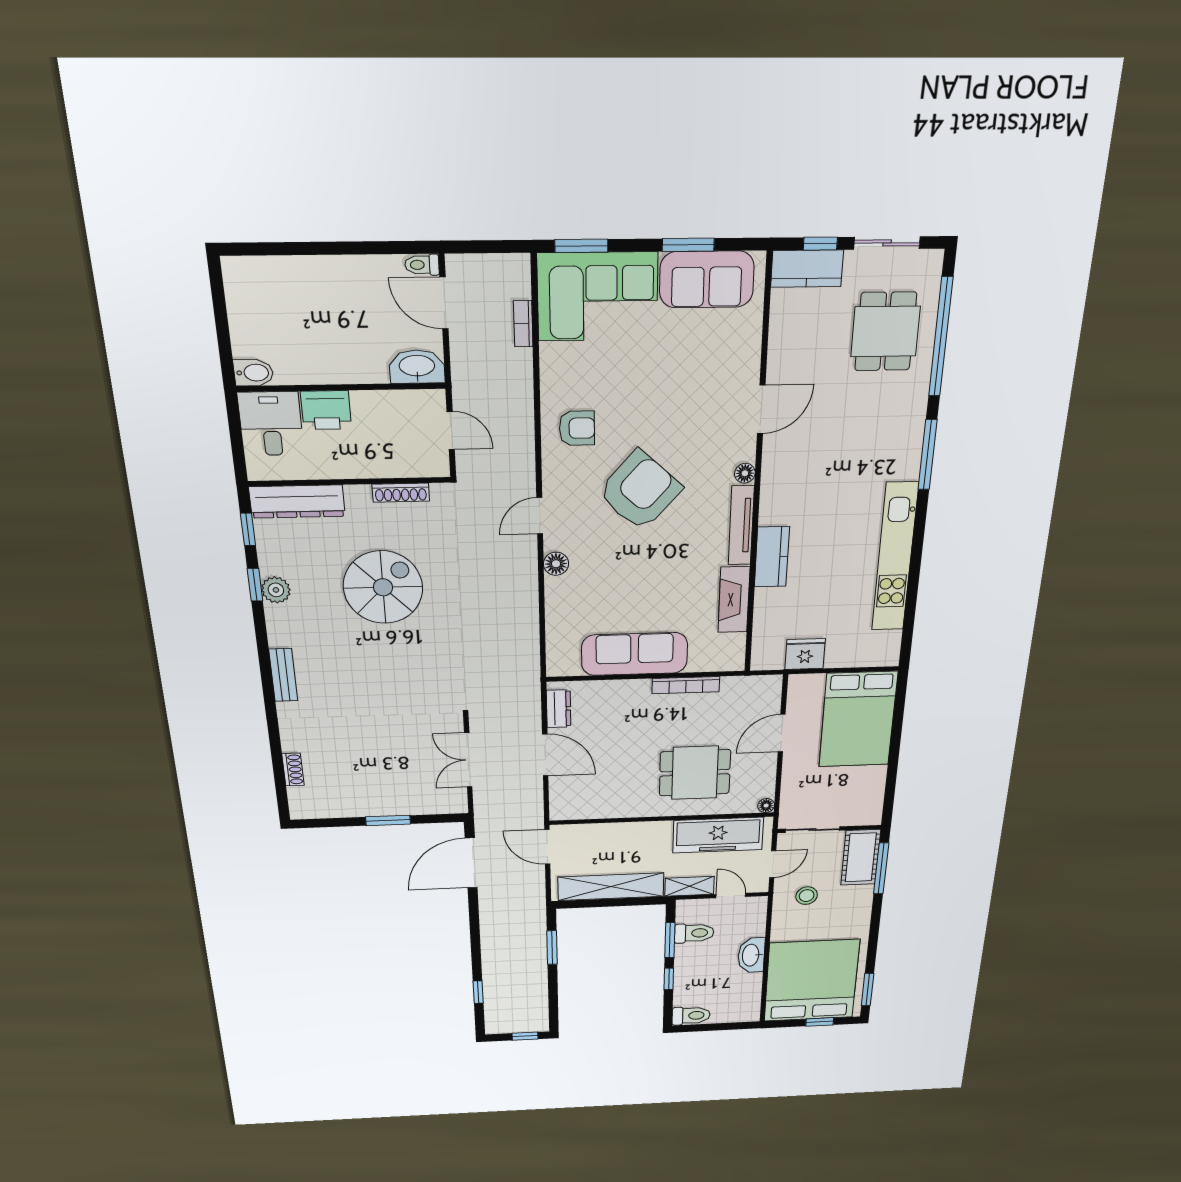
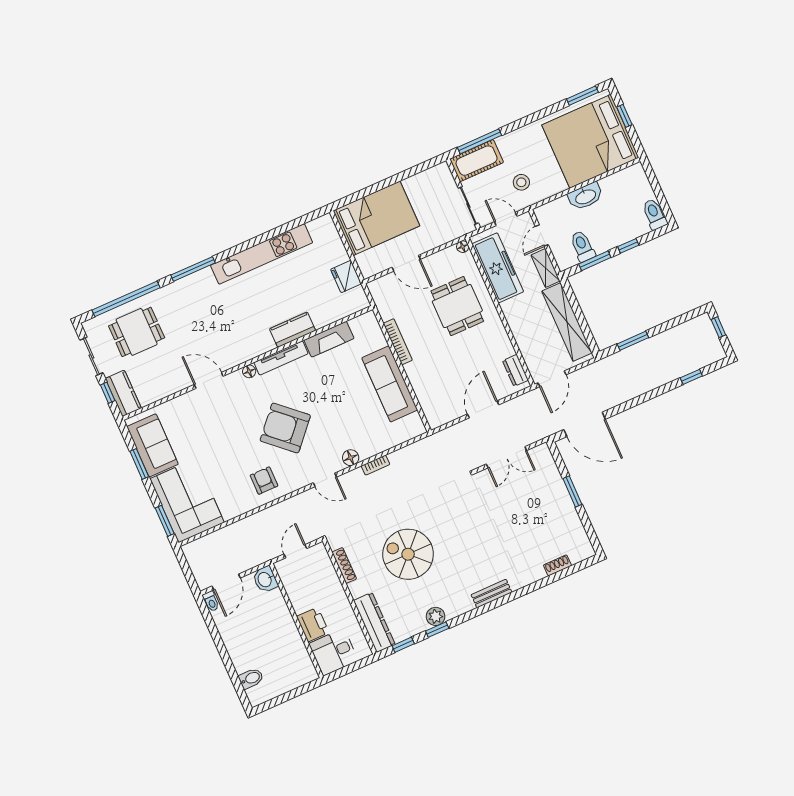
bookcase: (523, 324) -> (375, 465), moved
washbasin: (417, 367) -> (265, 579), width x0.72
bidet: (254, 373) -> (251, 678), moved, turned 90
dresser: (559, 709) -> (515, 370), moved, turned -90

